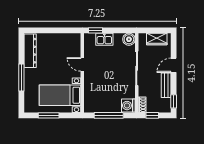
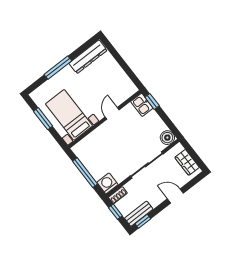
kitchen sink: (104, 39) -> (142, 105), moved
bench: (166, 85) -> (139, 214), moved

